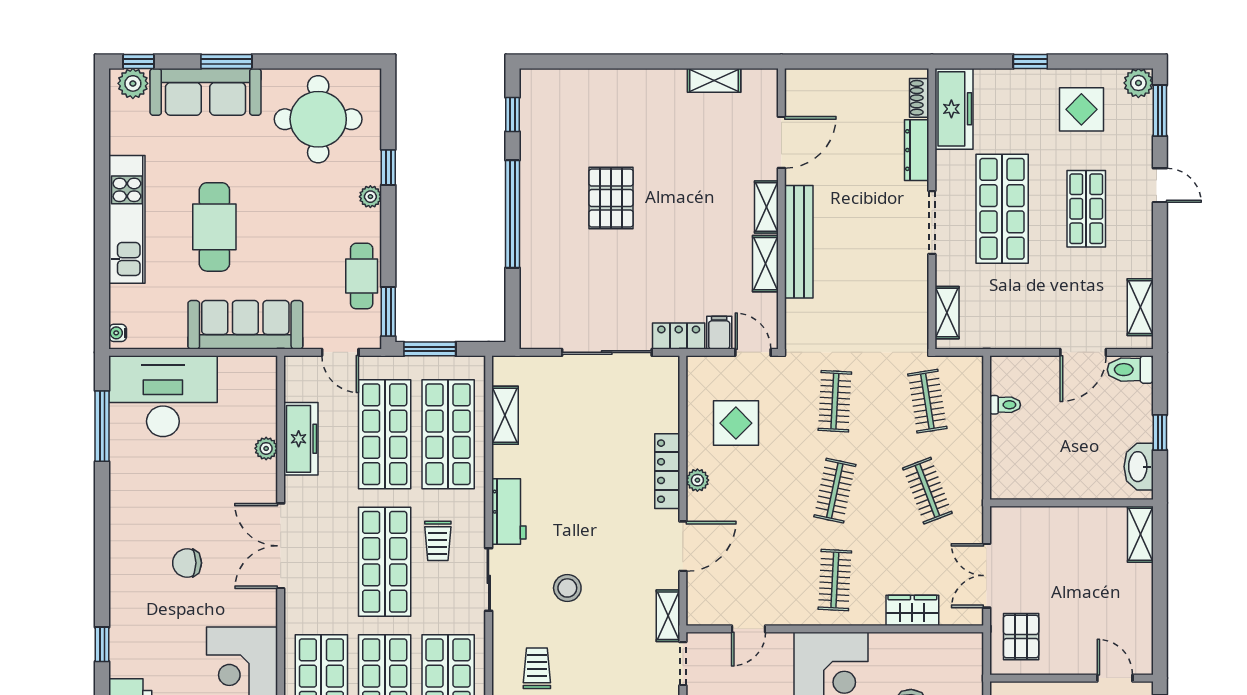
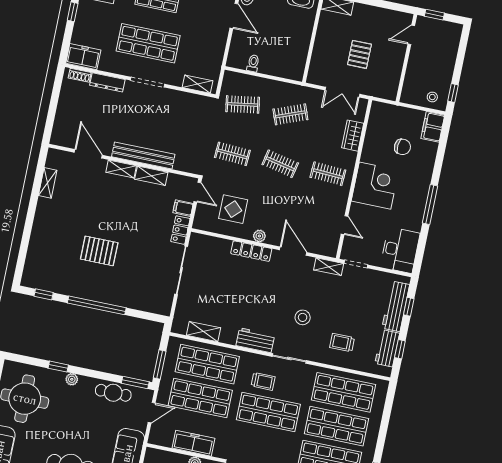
freezer: (954, 109) -> (83, 57), width x0.71
door: (753, 352) -> (197, 192), swing flipped
pallet: (1021, 637) -> (359, 54), moved, turned 90

